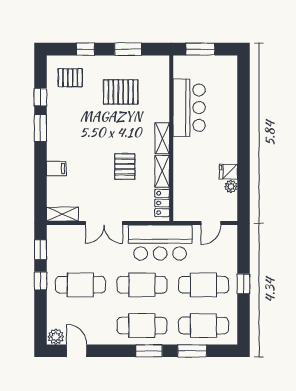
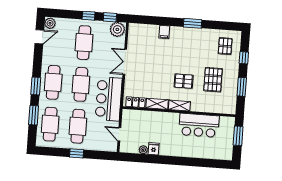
window: (40, 97) -> (213, 25), removed
pallet: (125, 167) -> (184, 81), moved
shelving: (62, 214) -> (133, 34), removed
plant: (57, 237) -> (117, 29), added

